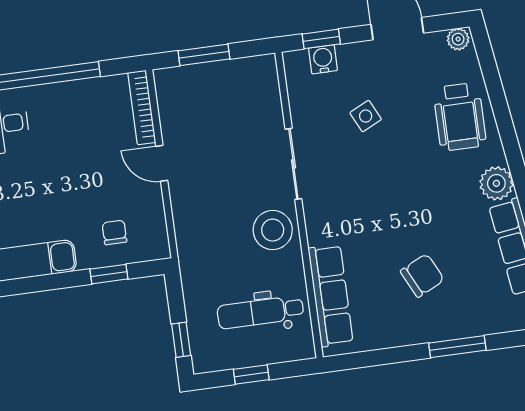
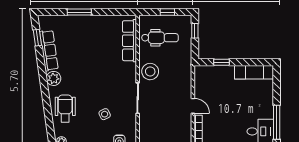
chair: (114, 232) -> (217, 80), removed
chair: (422, 275) -> (90, 44), removed

